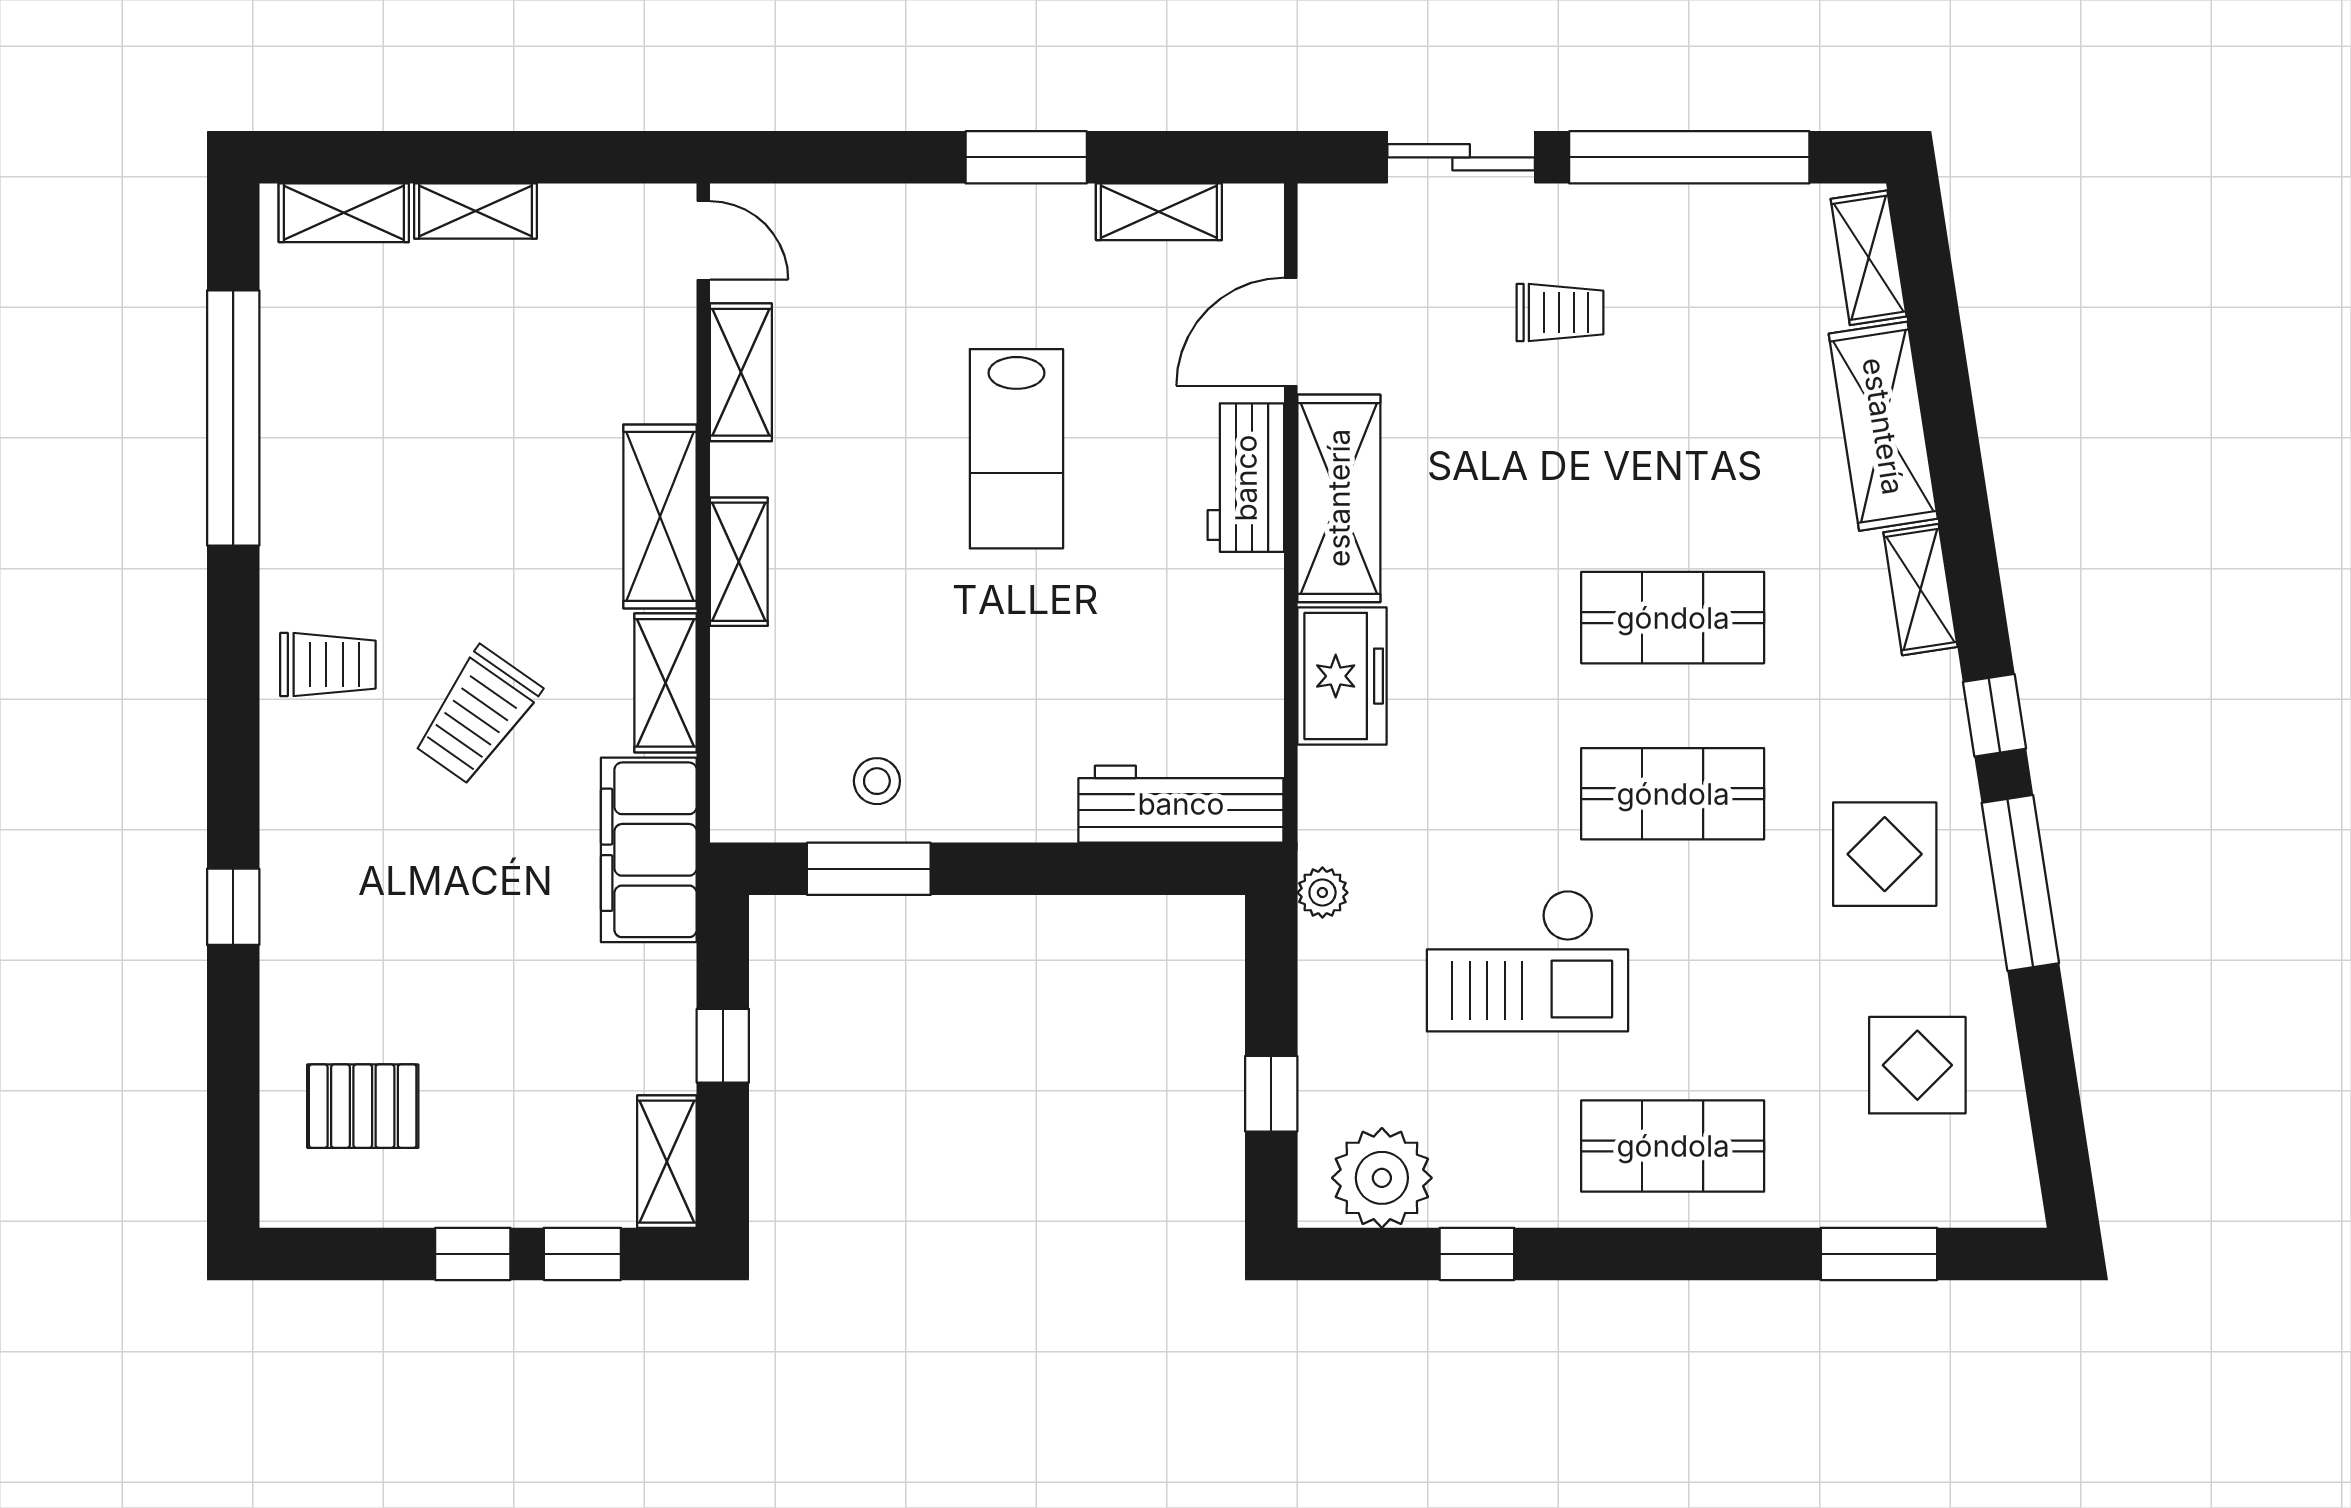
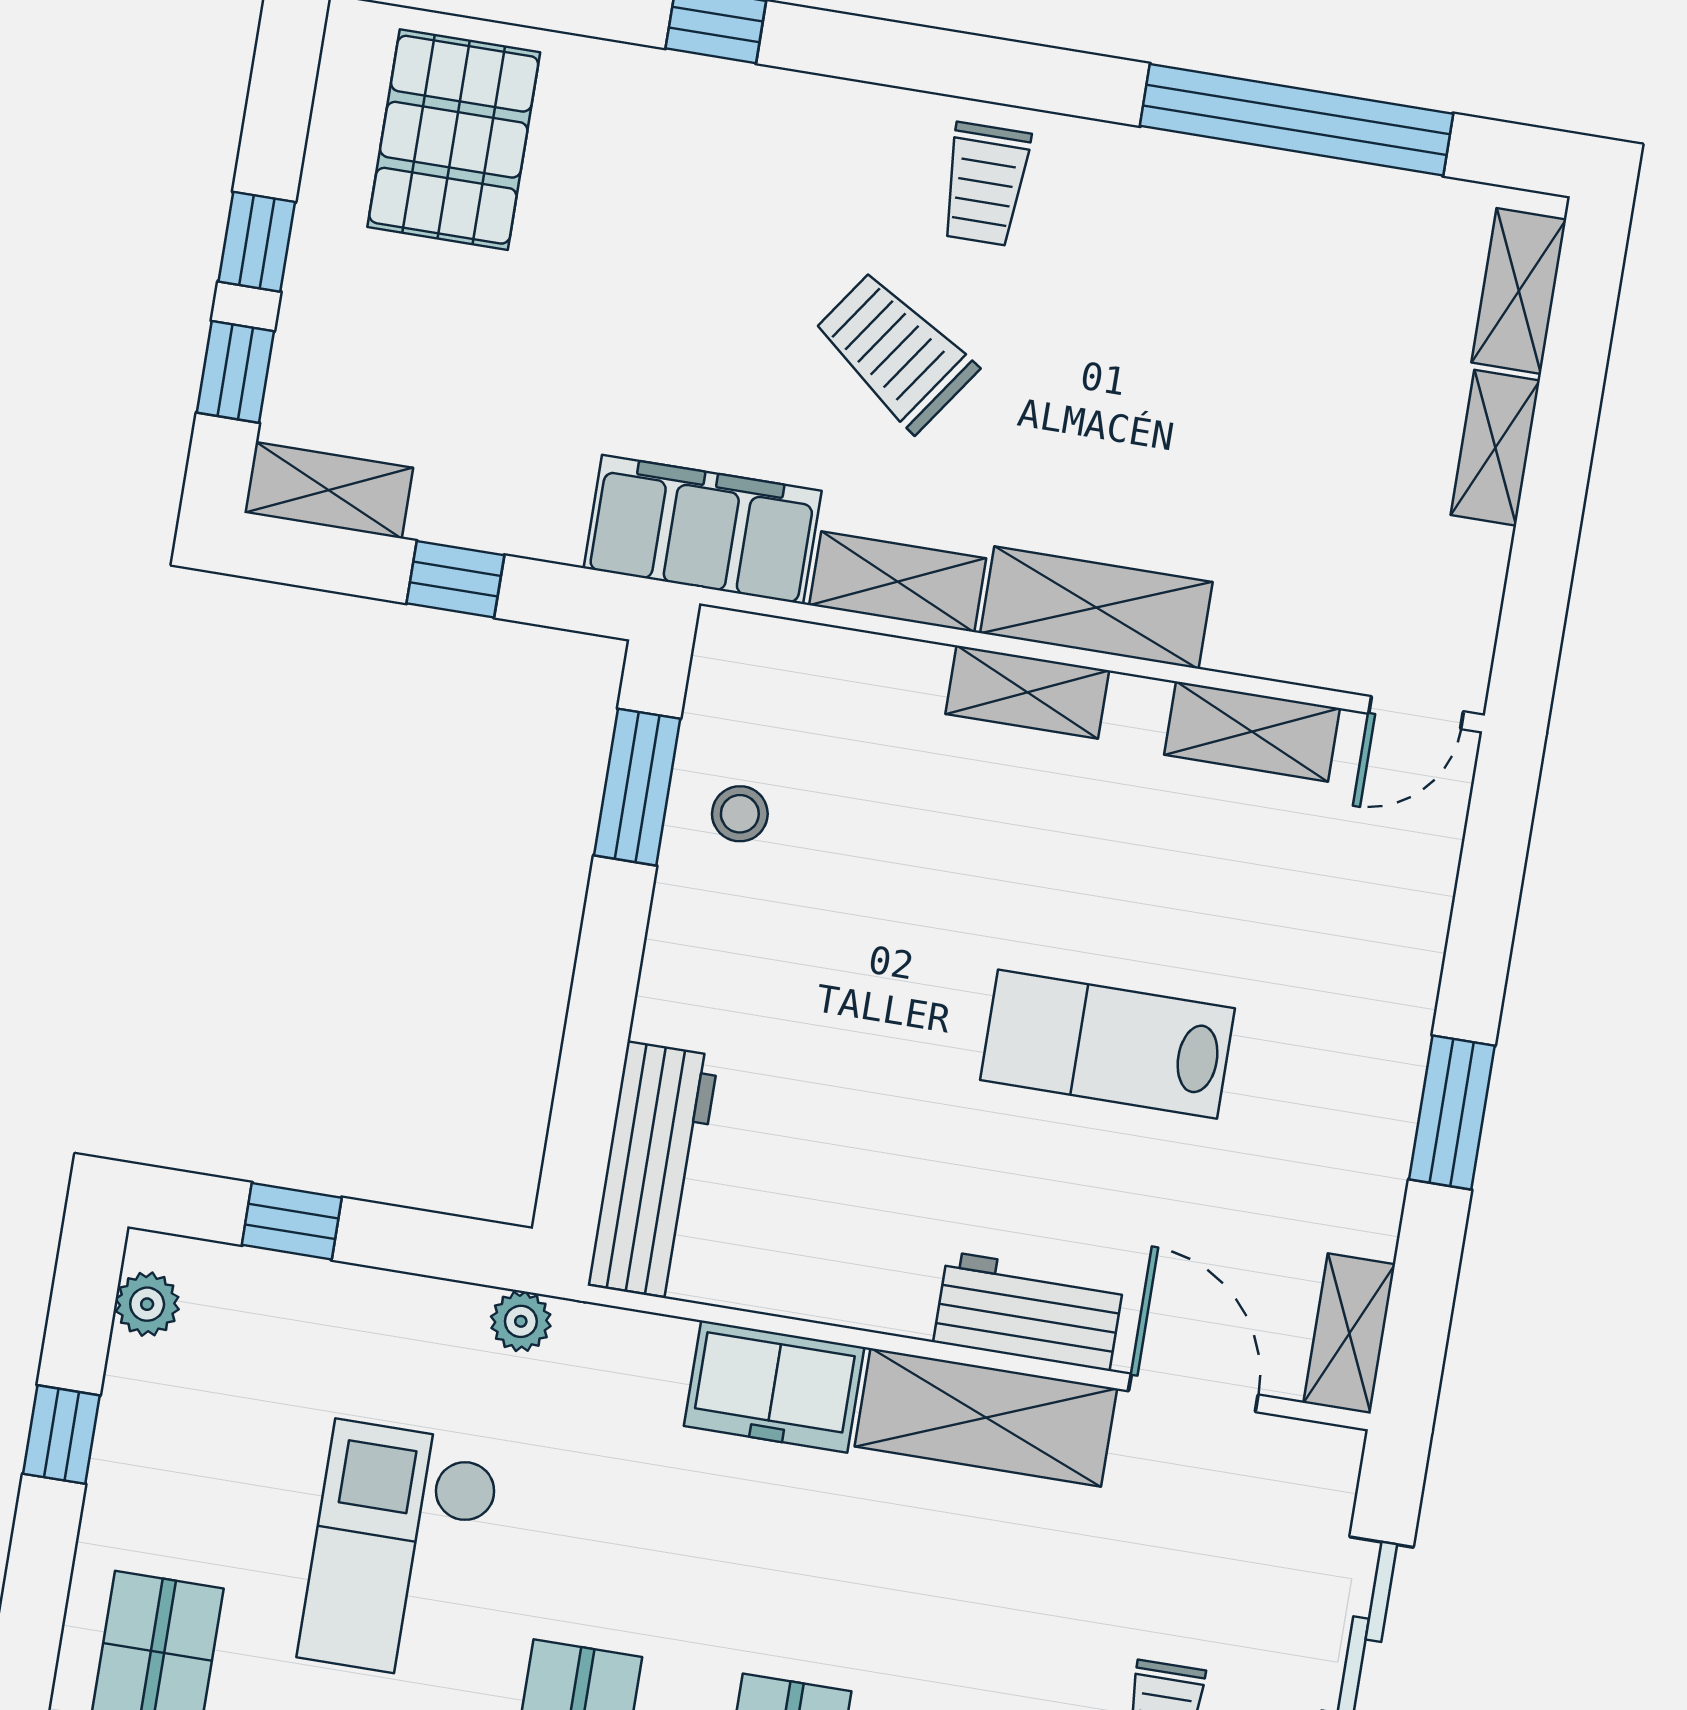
shelving: (1159, 212) -> (1349, 1333), moved
pallet: (363, 1106) -> (454, 140), width x1.50, depth x1.42
plant: (1382, 1178) -> (147, 1304), width x0.53, depth x0.53

